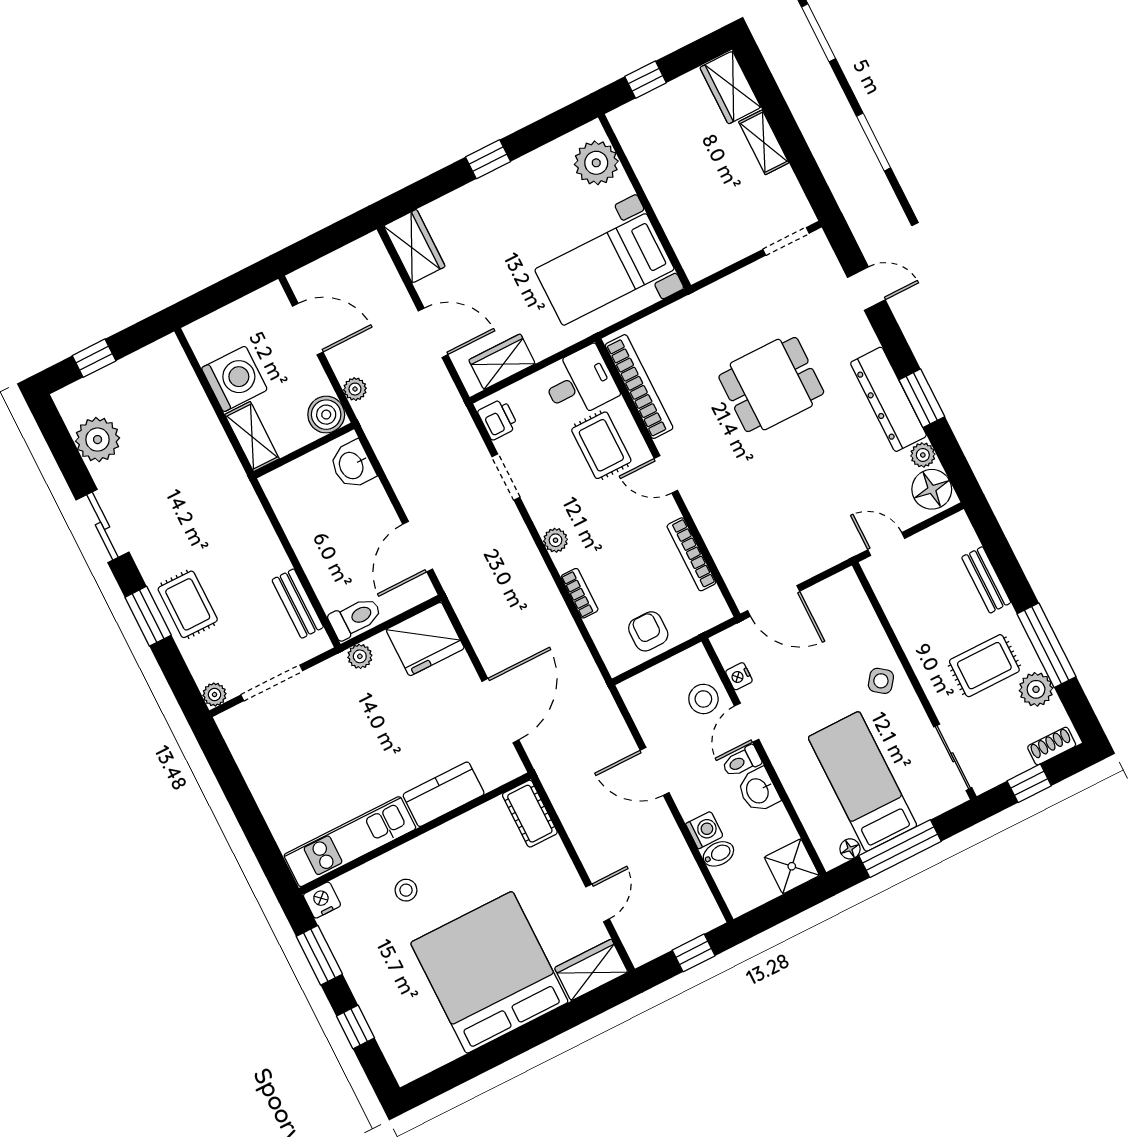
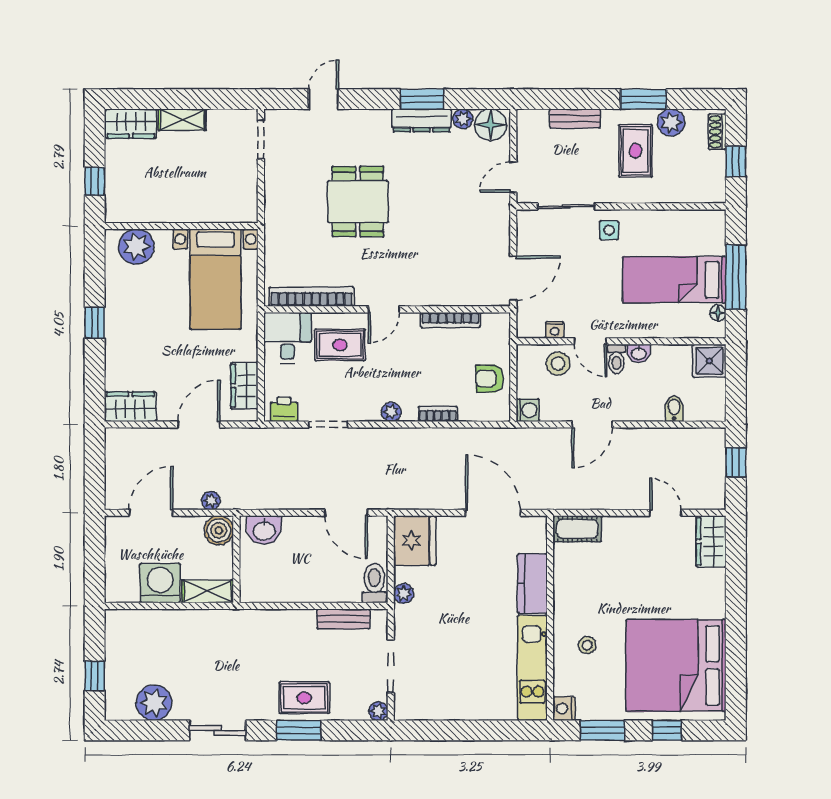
dresser: (888, 399) -> (421, 120), width x0.73, depth x0.80
window: (1047, 645) -> (643, 99), width x0.69
side table: (881, 681) -> (609, 230), turned -37
sliding door: (953, 757) -> (566, 206), moved
washbasin: (758, 790) -> (639, 353), width x0.72, depth x0.69
washing machine: (704, 830) -> (528, 410), moved, turned 90
bed: (489, 972) -> (676, 665), moved

